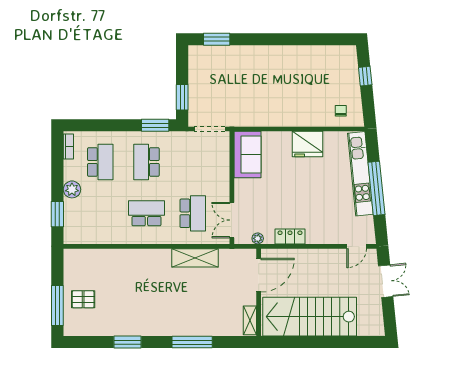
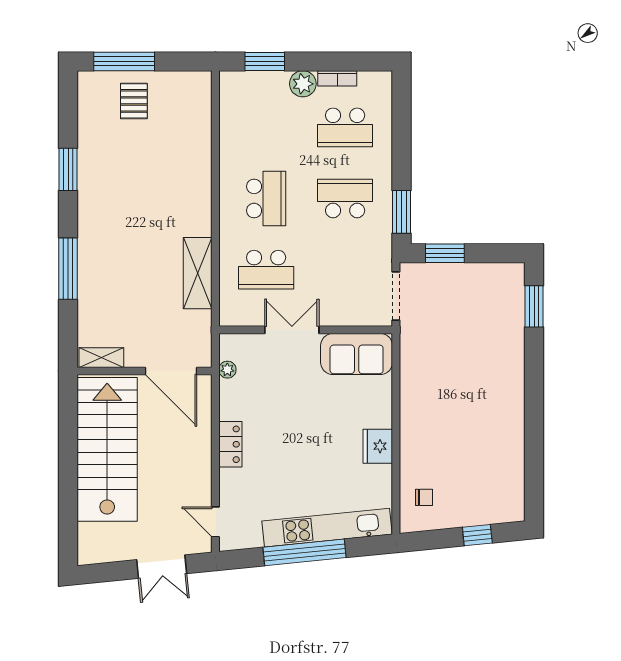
fridge: (307, 144) -> (378, 446), width x0.73, depth x0.75
bookcase: (68, 146) -> (337, 78), moved
double door: (232, 220) -> (292, 330), moved
locker: (290, 237) -> (230, 444), moved

